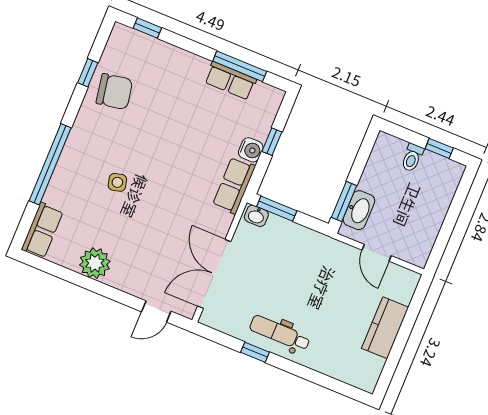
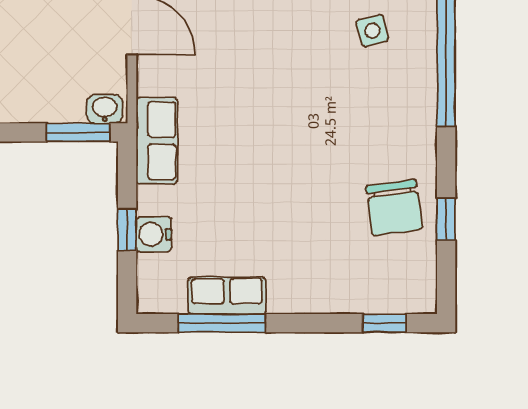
chair: (114, 92) -> (394, 208), turned -88
water cooler: (251, 150) -> (154, 234), moved
side table: (117, 182) -> (372, 31), moved

